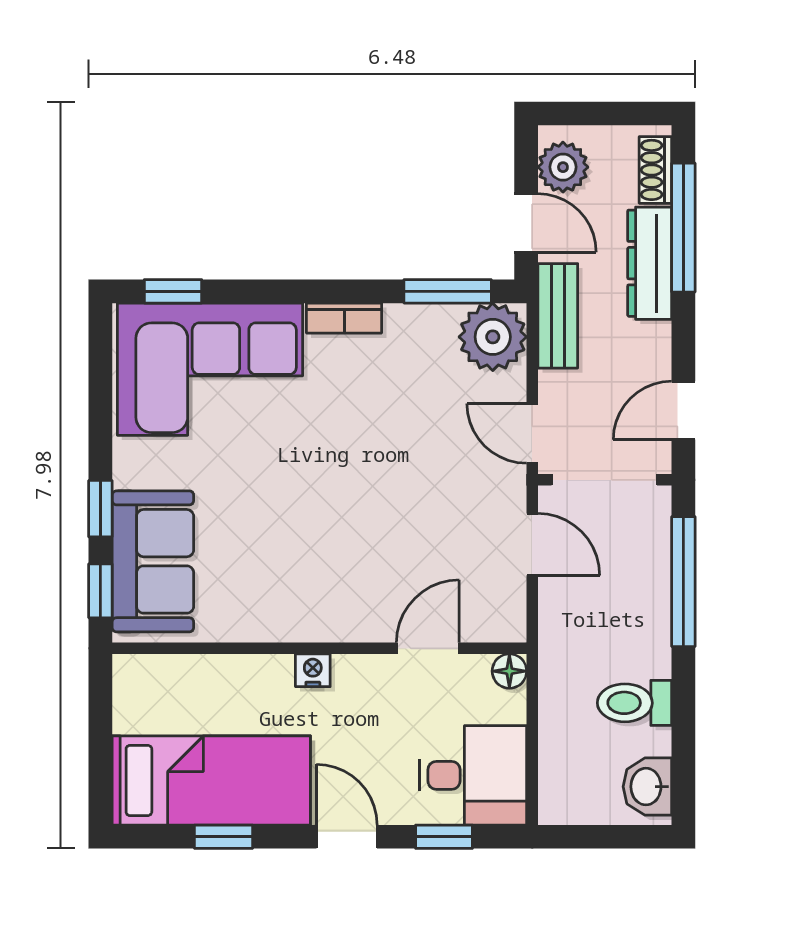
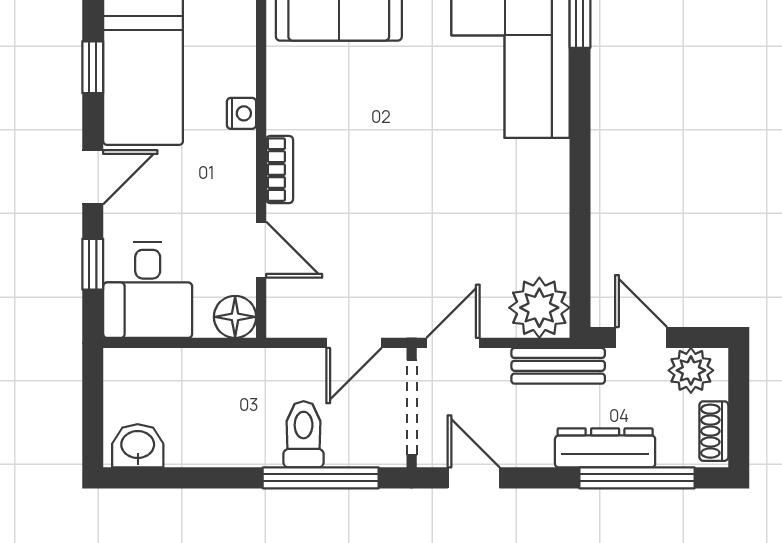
shoe rack: (655, 170) -> (714, 431), moved, turned -90
door: (526, 223) -> (641, 338), swing flipped
window: (448, 291) -> (580, 267), removed
bookcase: (344, 318) -> (280, 170), moved, turned 180
nightstand: (313, 670) -> (241, 113), moved
floor lamp: (509, 671) -> (235, 317), width x1.37, depth x1.37
toilet: (634, 703) -> (304, 434), moved

